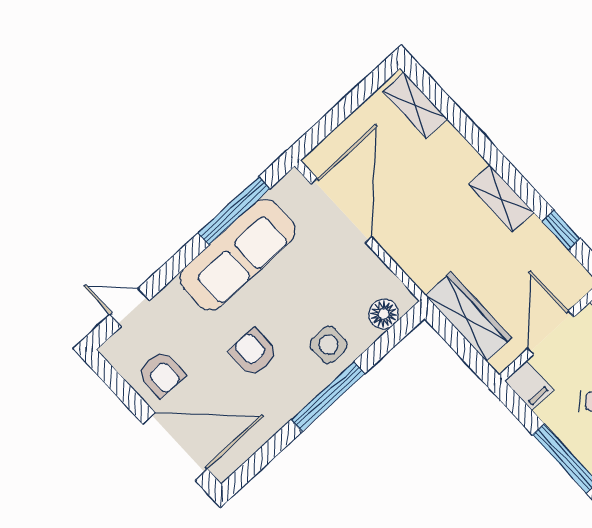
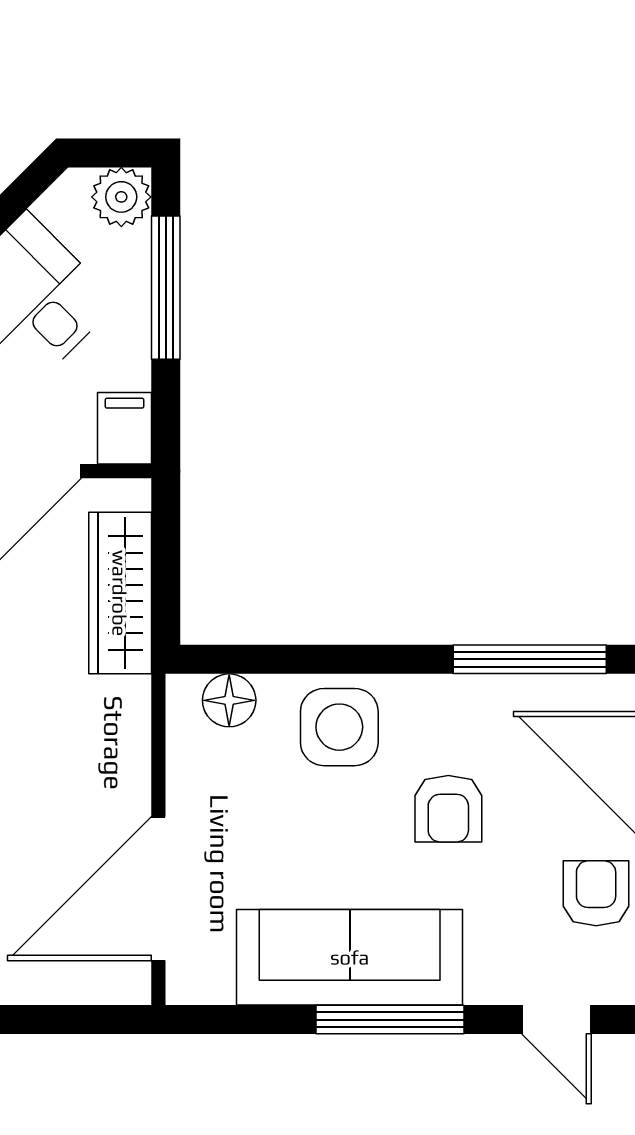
window: (234, 211) -> (390, 1020), moved
side table: (329, 345) -> (339, 727), width x1.37, depth x1.37
window: (328, 397) -> (530, 659), moved

